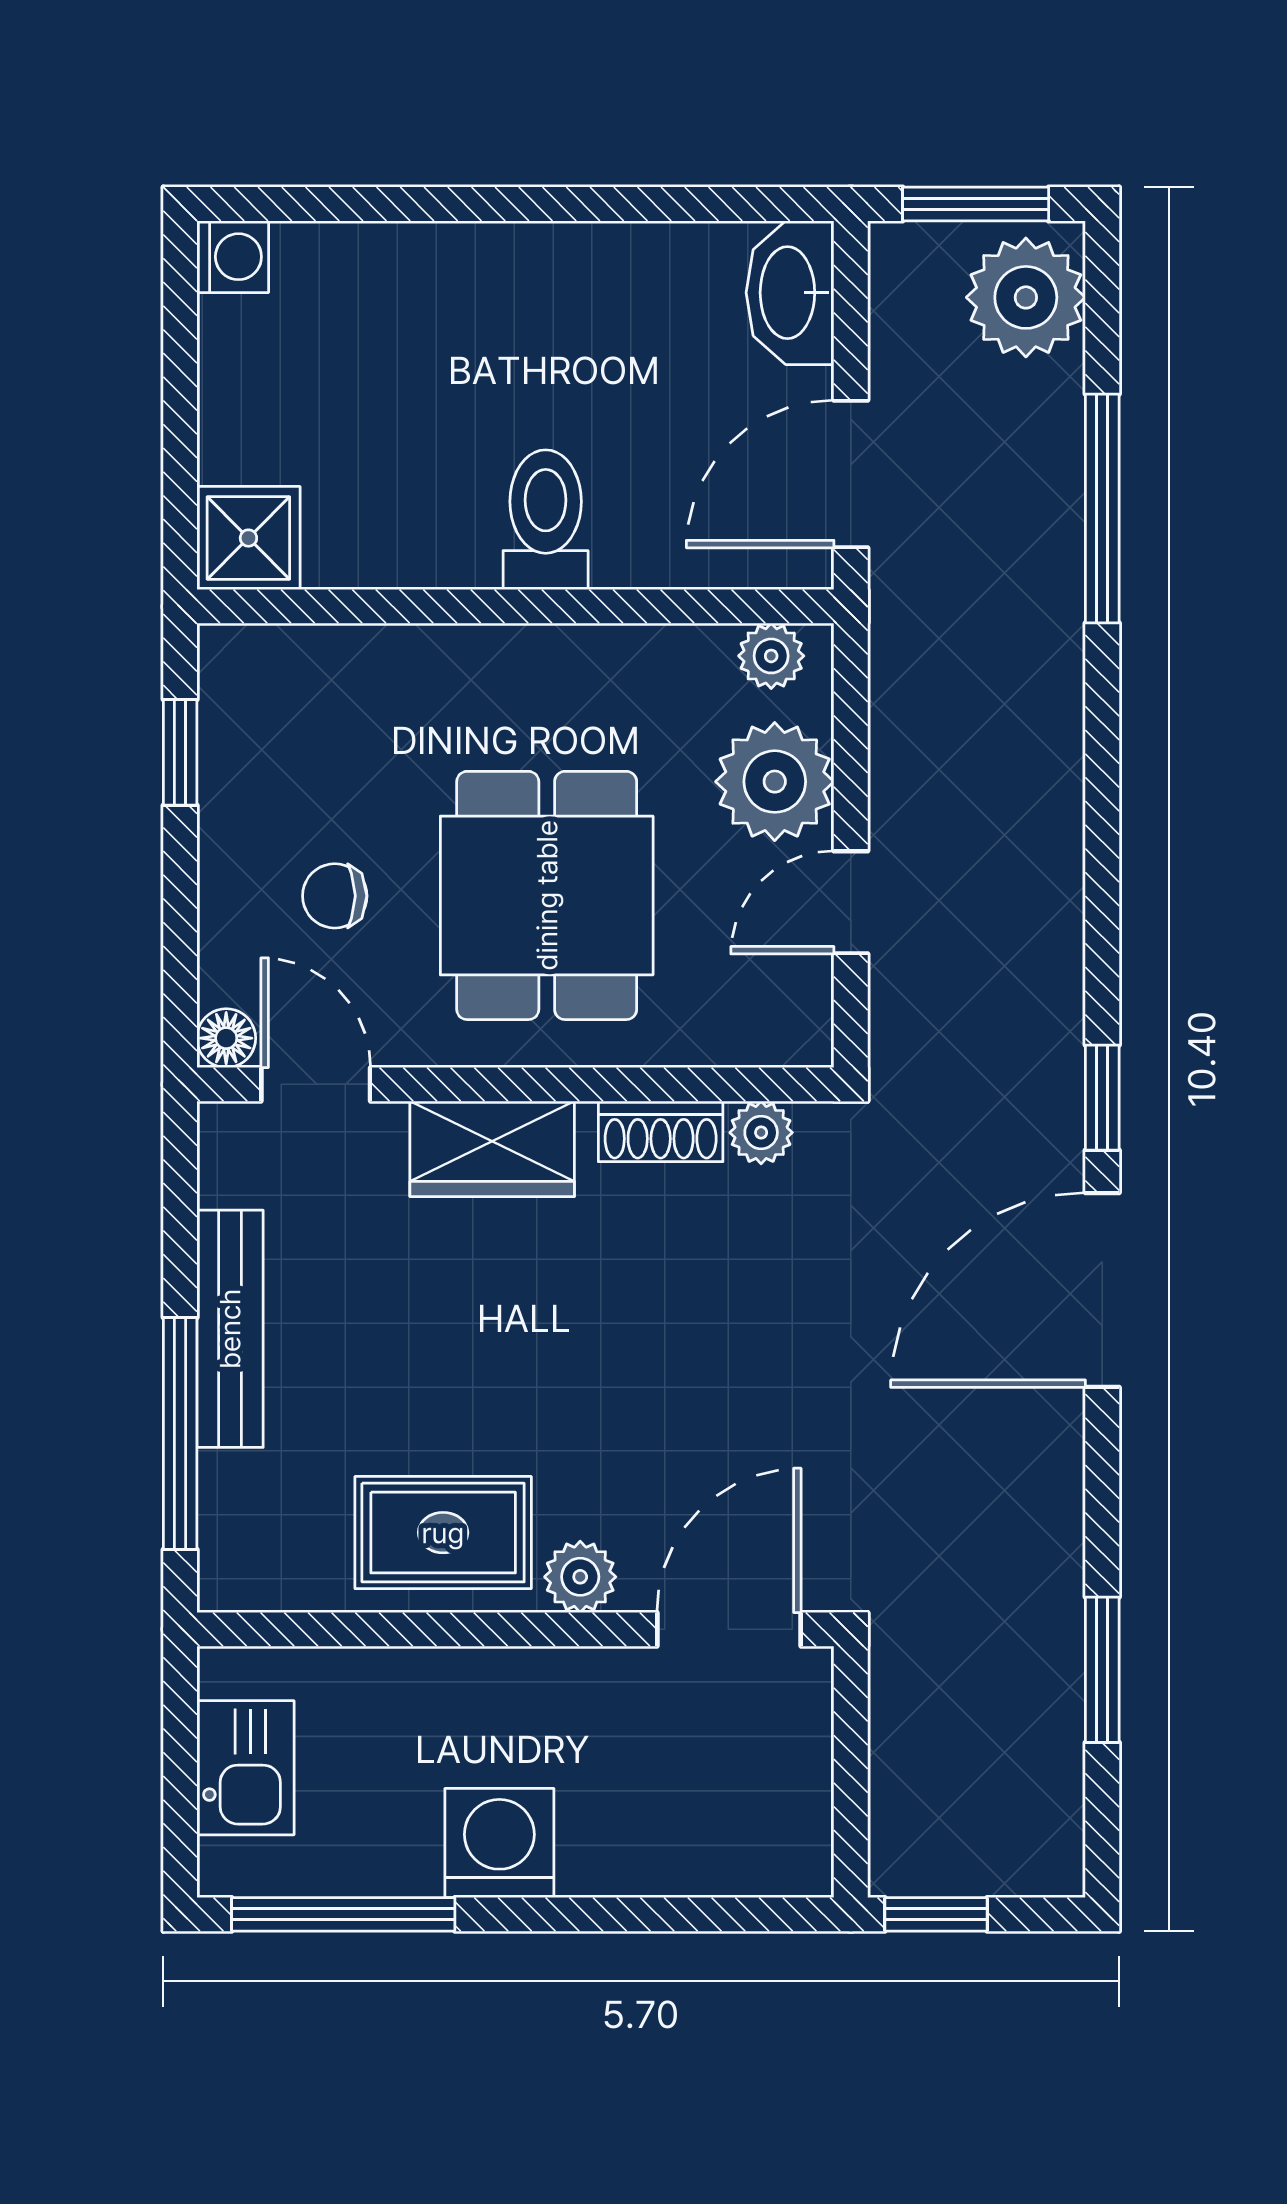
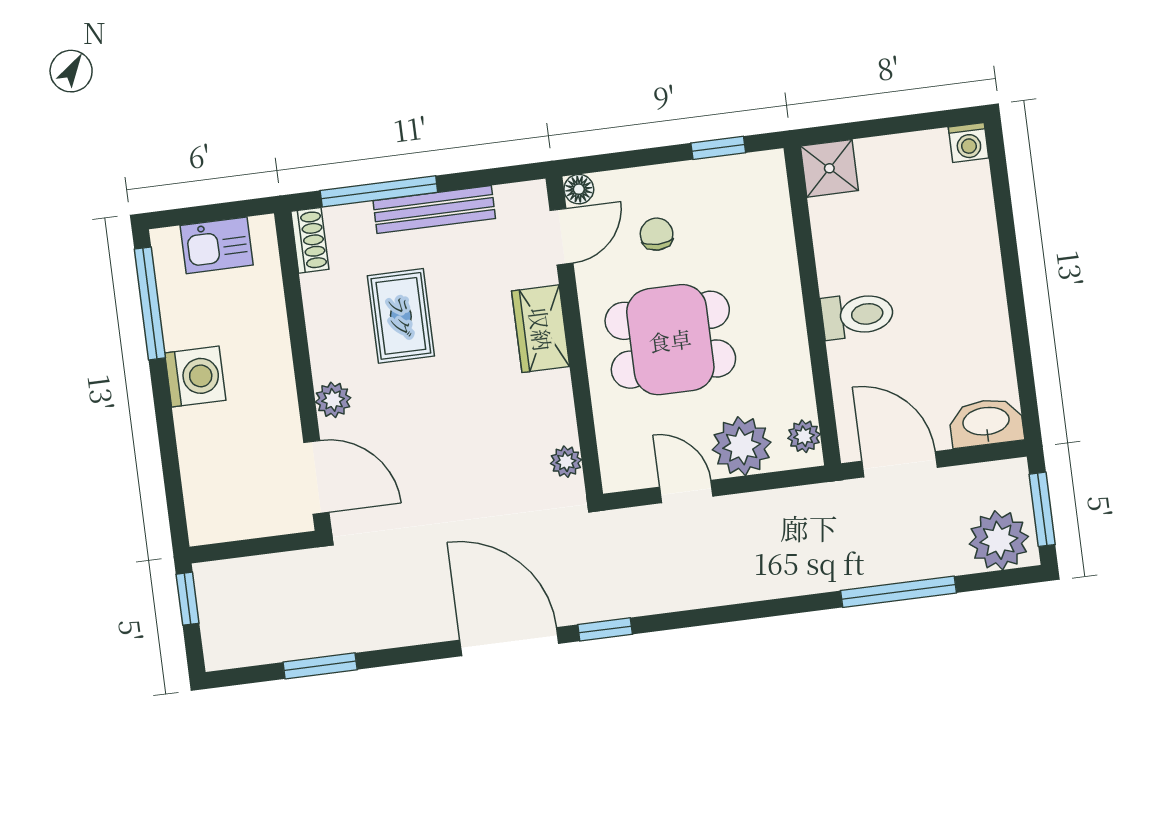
shoe rack: (661, 1131) -> (310, 240), moved, turned 180
rug: (443, 1533) -> (401, 316), moved

